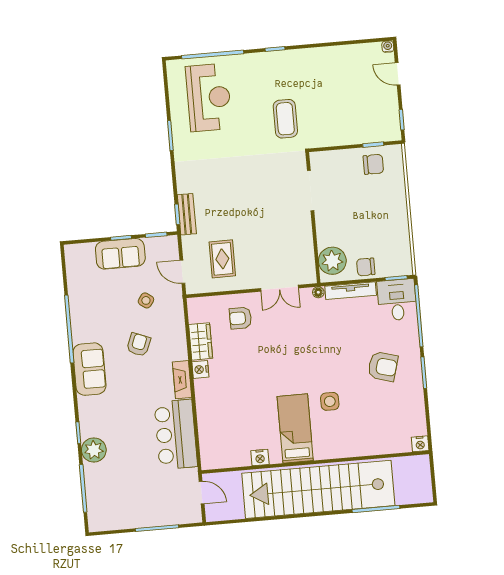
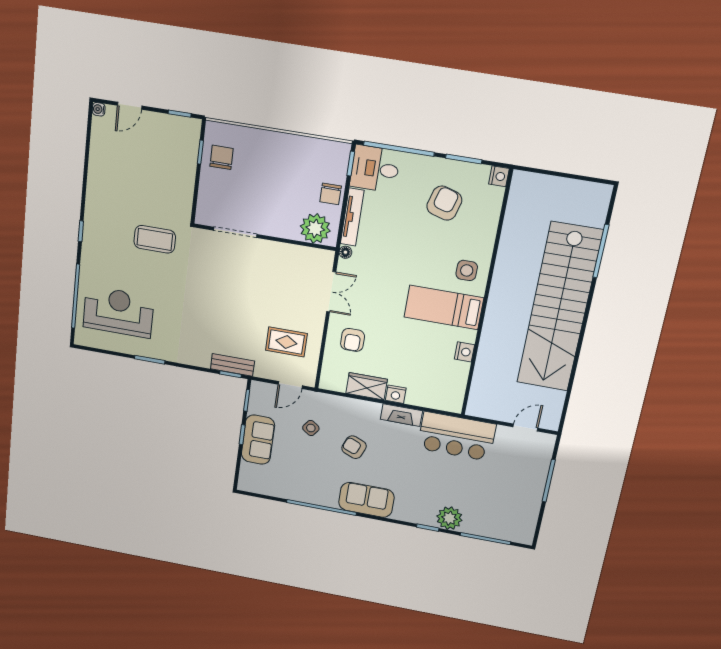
bed: (295, 428) -> (444, 307), moved
nightstand: (420, 444) -> (499, 176), moved
nightstand: (260, 458) -> (464, 352), moved
wall: (315, 462) -> (486, 296), moved

